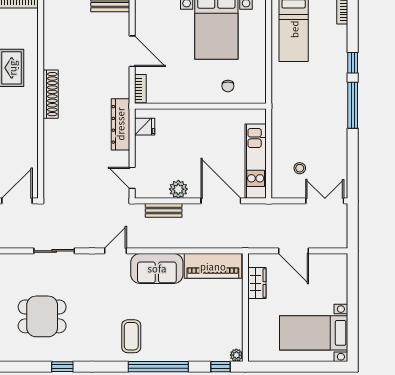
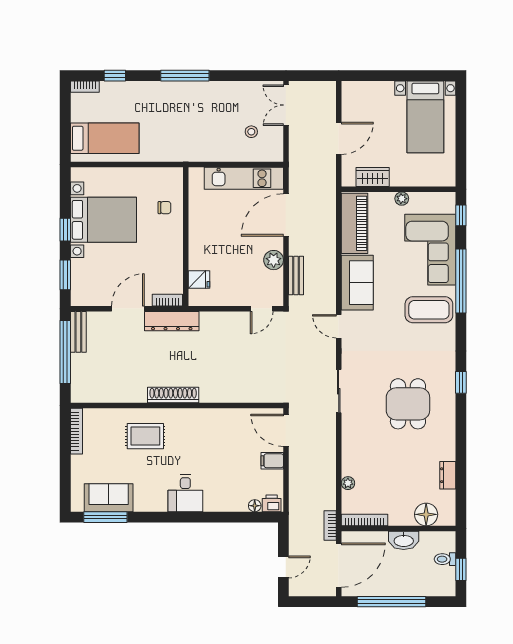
window: (353, 63) -> (115, 76), moved
dresser: (120, 124) -> (172, 321), moved
fridge: (145, 127) -> (199, 280), moved, turned 90
coffee table: (131, 336) -> (429, 310), width x1.36, depth x1.32
corner sofa: (188, 338) -> (430, 250), added
plant: (236, 355) -> (402, 199), moved

